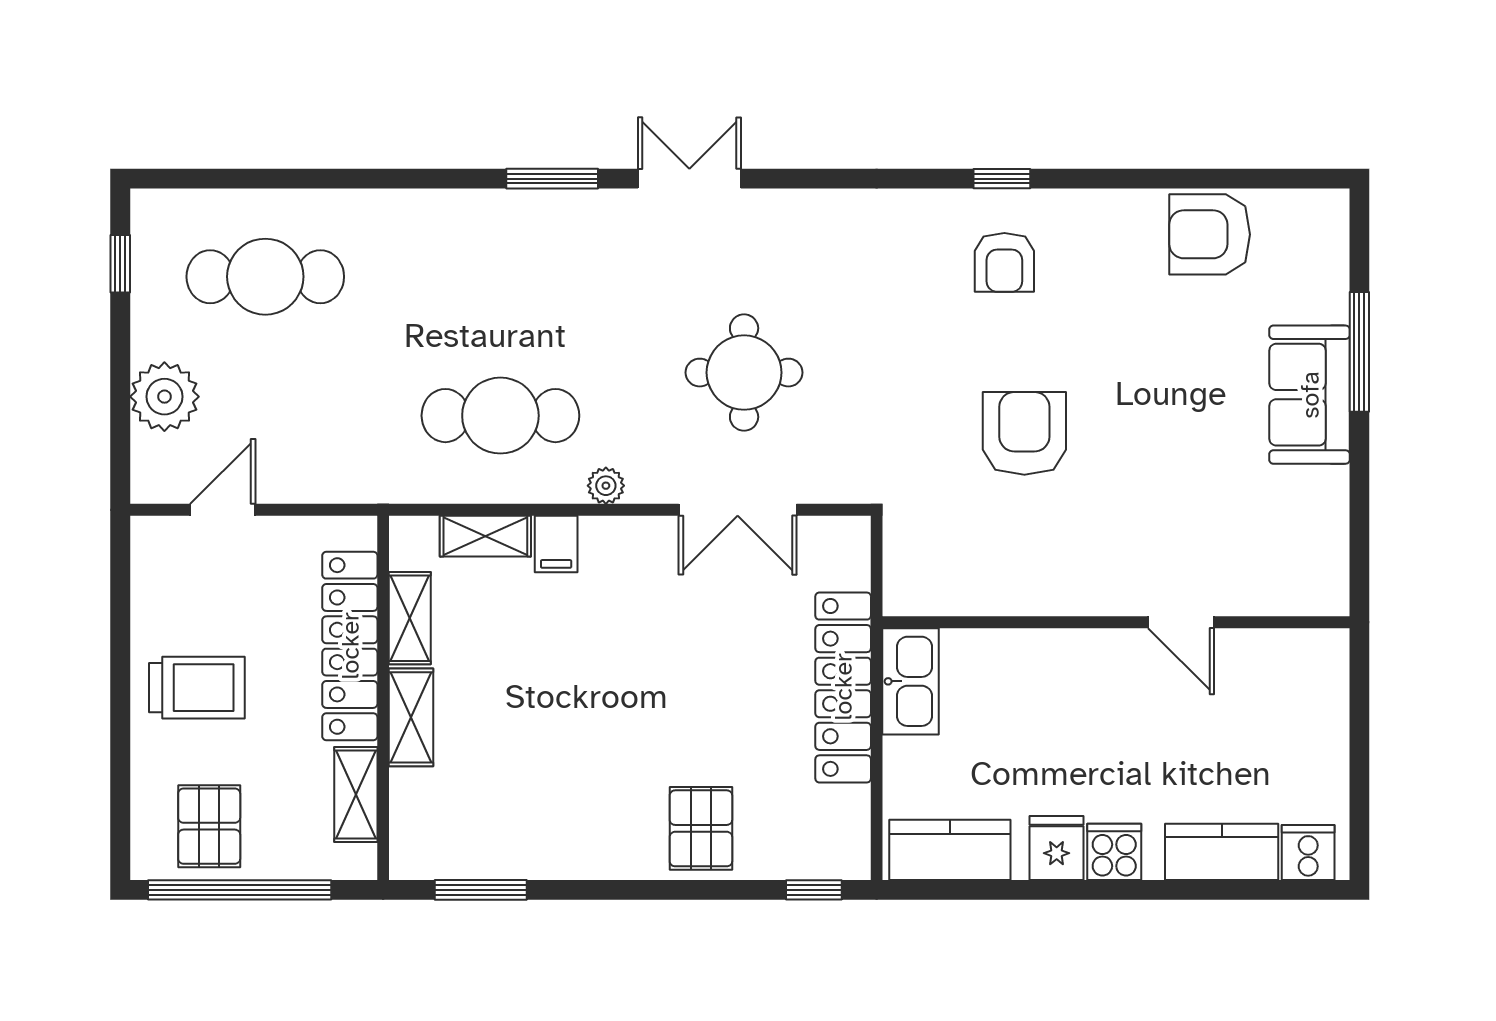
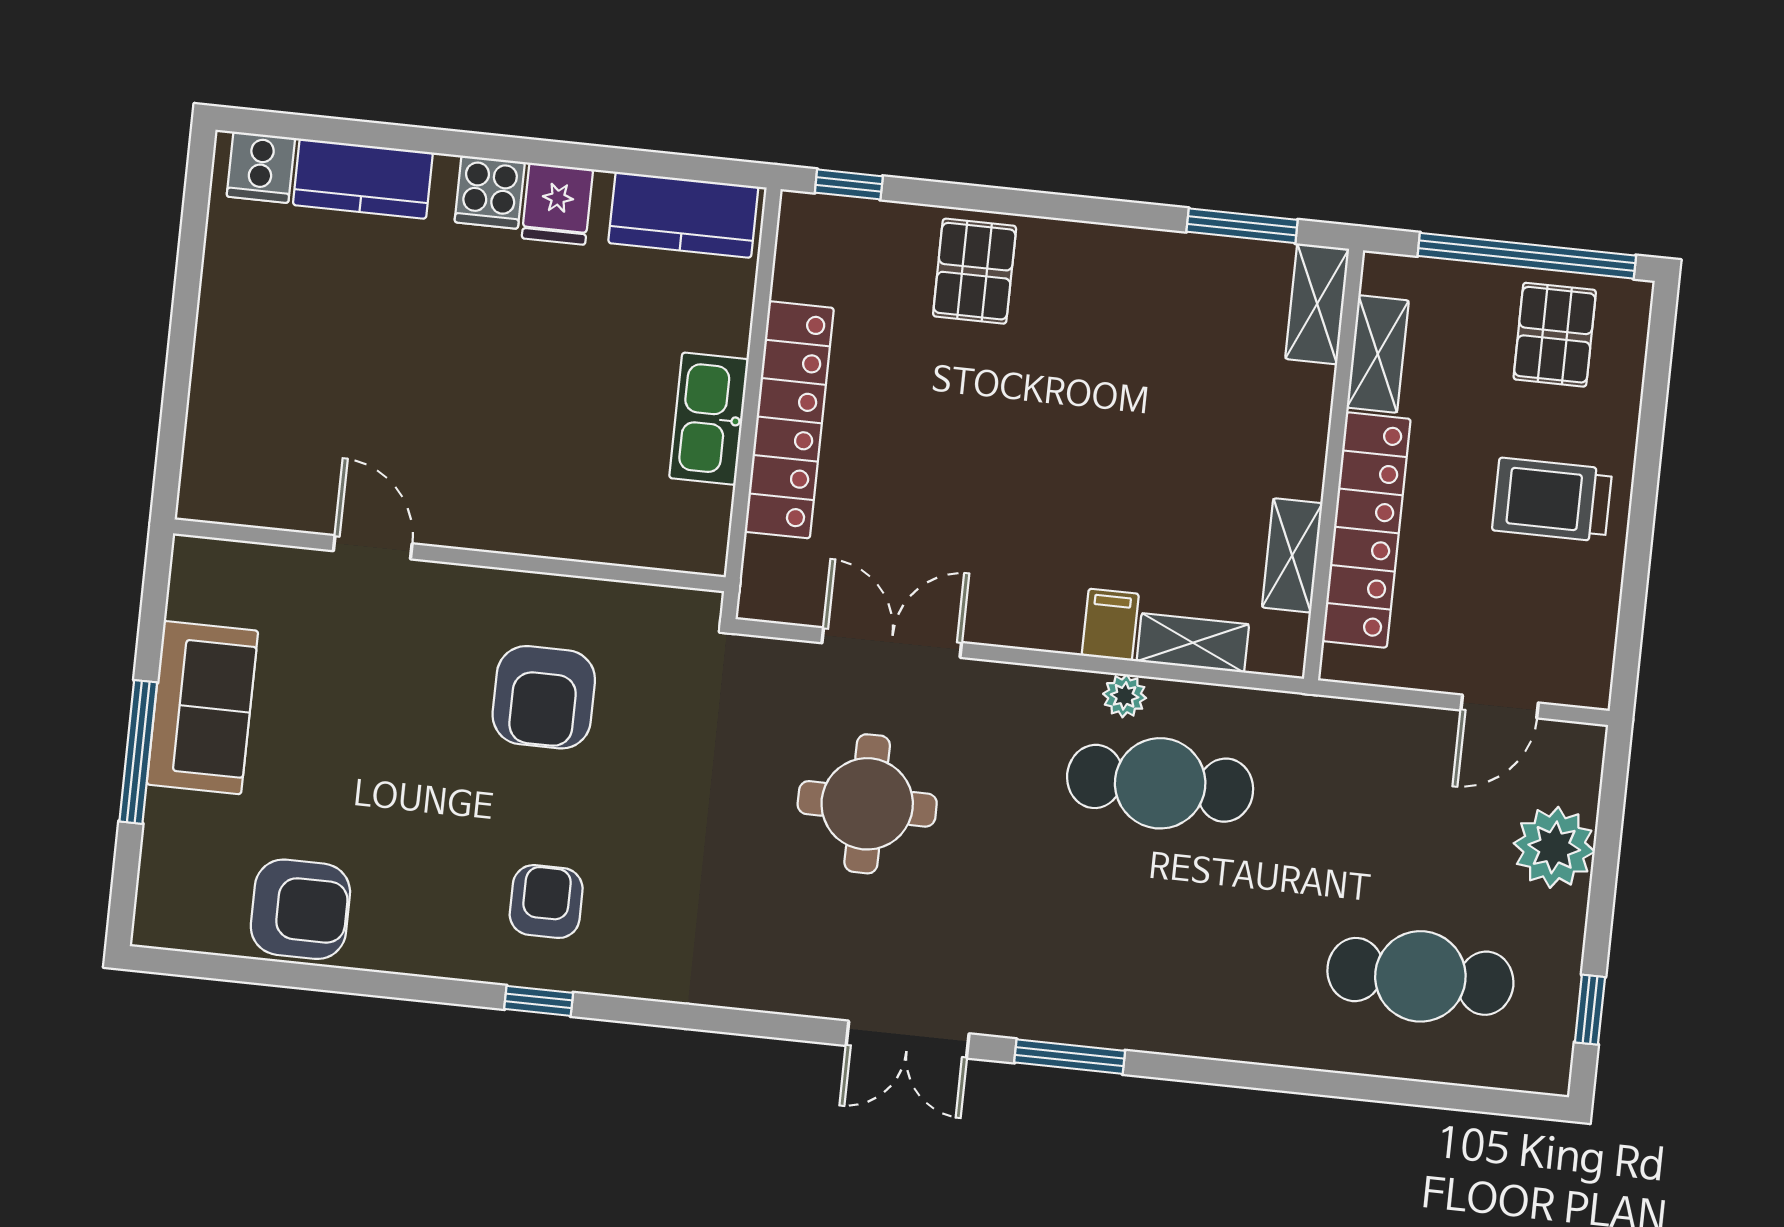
plant: (606, 486) -> (1125, 696), moved
wall: (1116, 622) -> (449, 555), moved
door: (1181, 622) -> (373, 547), moved
shelving: (411, 717) -> (1317, 304), moved

